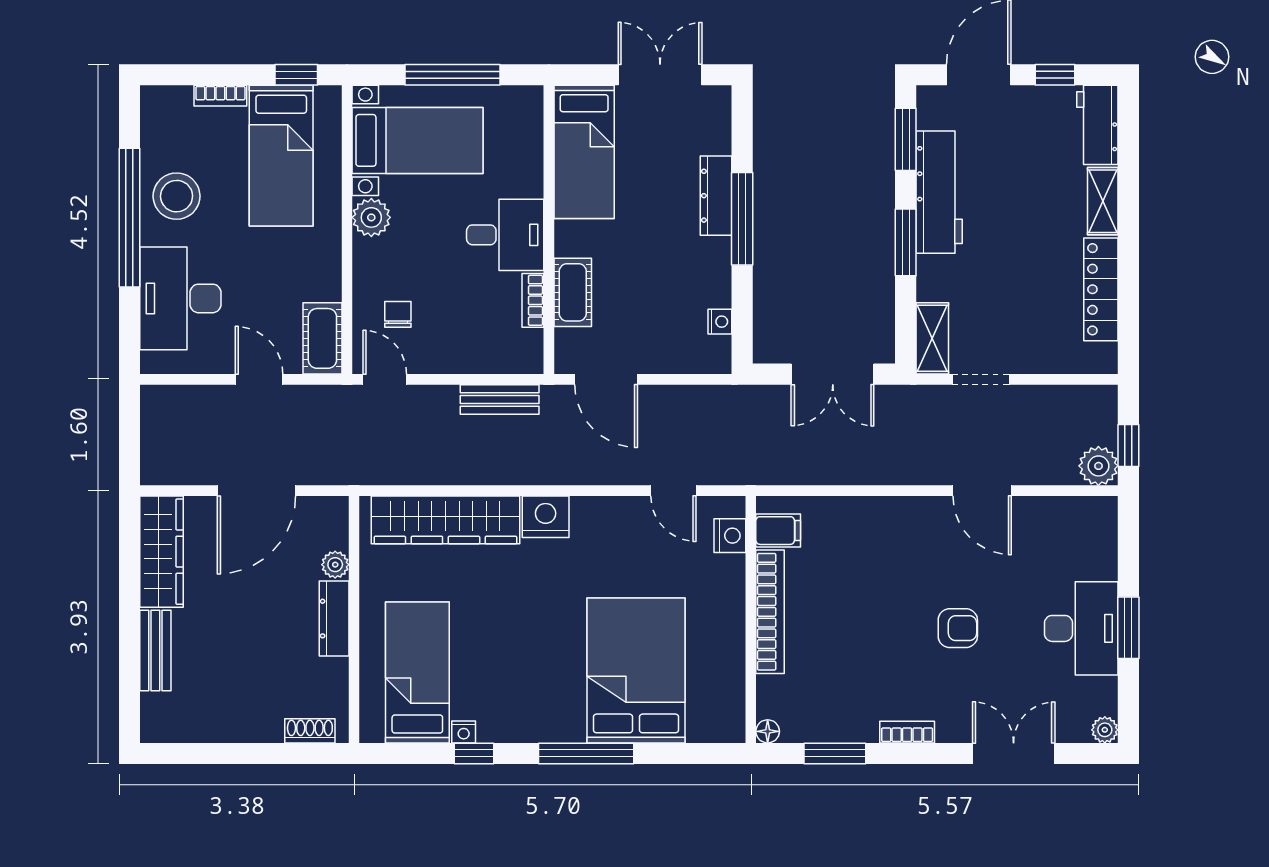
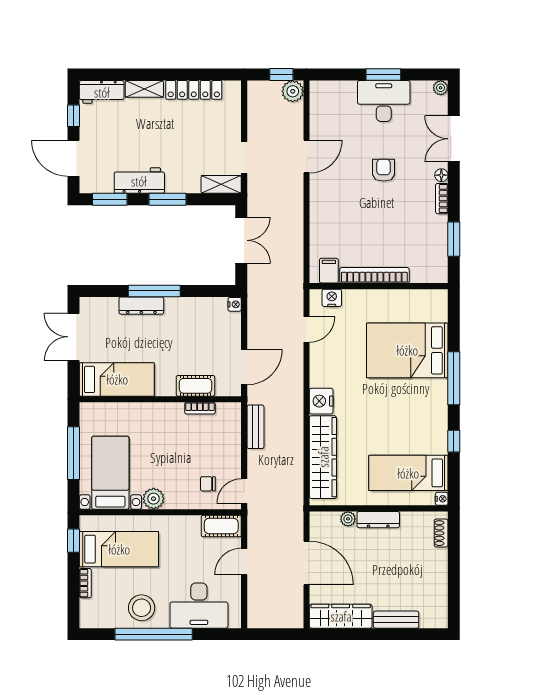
workbench: (939, 192) -> (139, 181), width x0.73
desk: (505, 235) -> (163, 424), removed
nightstand: (720, 322) -> (235, 304), moved, turned 90
floor lamp: (768, 731) -> (441, 175), moved
nightstand: (464, 732) -> (442, 499), moved

